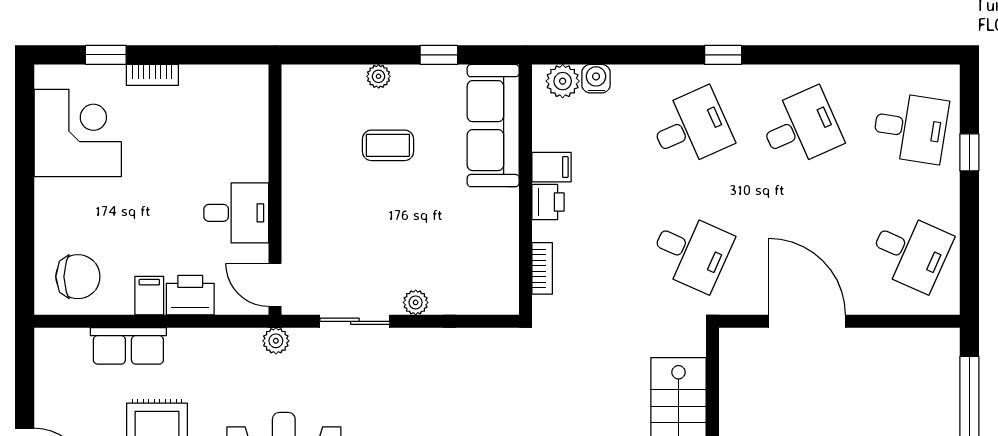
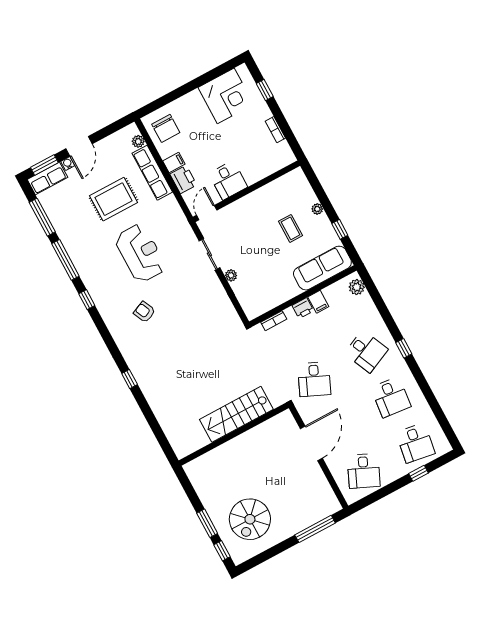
bookcase: (152, 75) -> (275, 130), moved
water cooler: (596, 79) -> (365, 300), removed
desk: (801, 128) -> (391, 397), turned 30
plant: (276, 341) -> (138, 141), moved
row of seats: (128, 346) -> (152, 173), width x1.48

